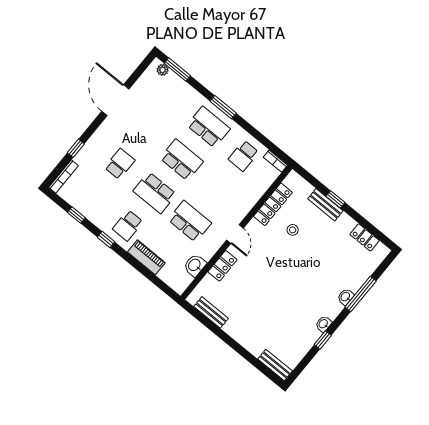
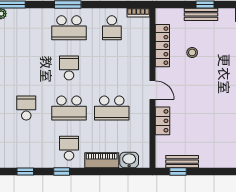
school desk: (209, 127) -> (69, 28), turned 180
school desk: (182, 160) -> (69, 68), width x0.54
school desk: (190, 221) -> (112, 108), turned 180
school desk: (128, 225) -> (69, 148), turned 180
washbasin: (195, 265) -> (129, 160), moved, turned 90
window: (201, 318) -> (178, 171), added

